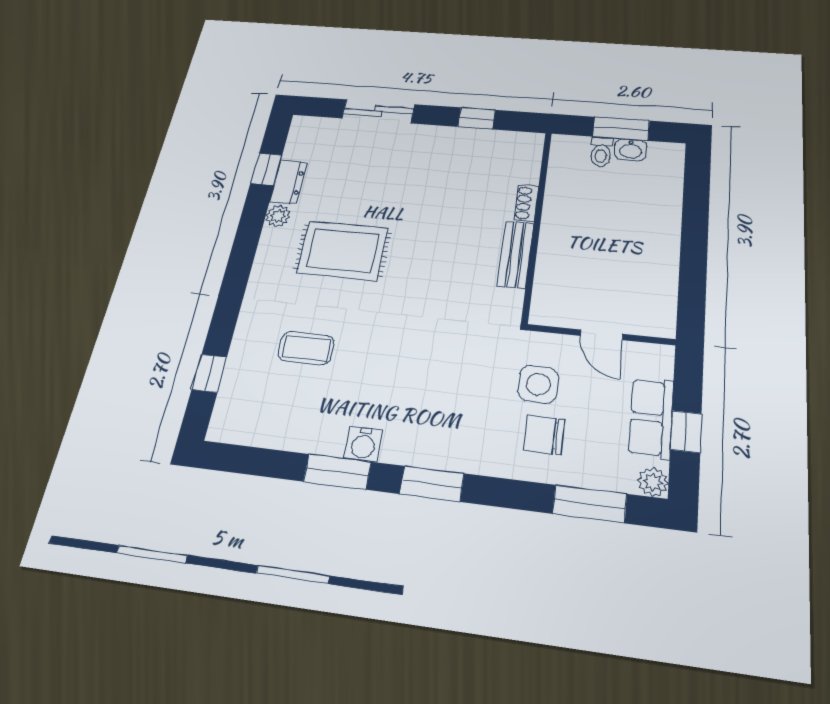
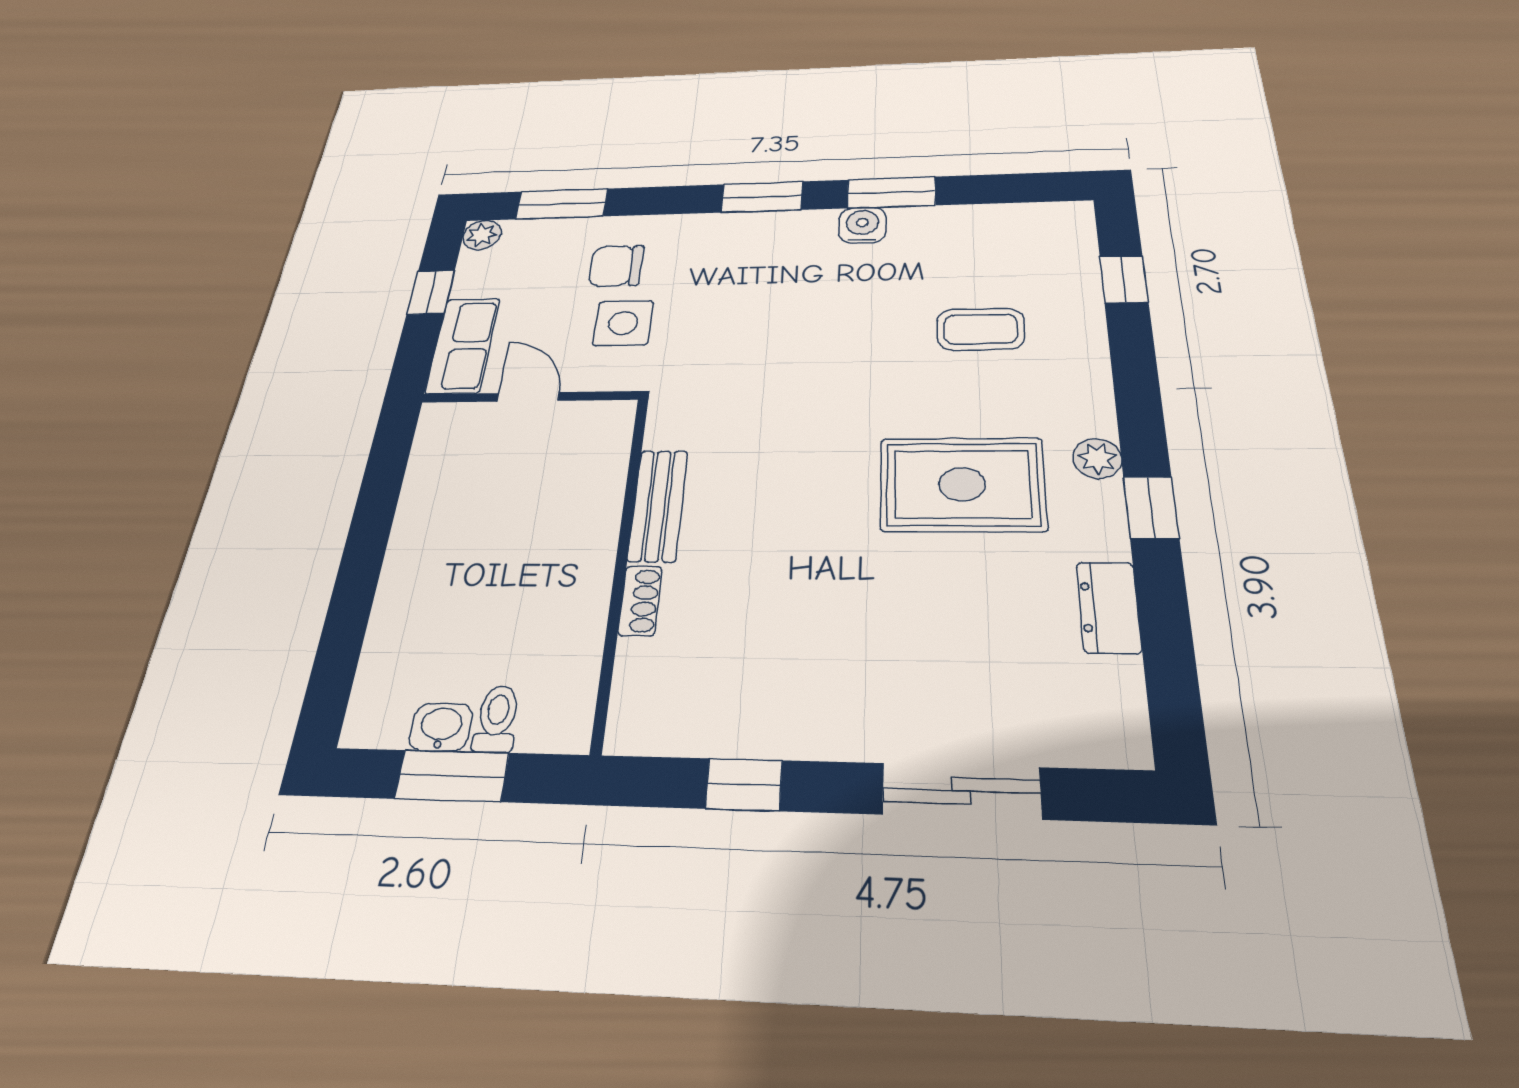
window: (266, 169) -> (1151, 508), moved
plant: (278, 216) -> (1097, 458), moved
row of seats: (651, 418) -> (463, 345), moved
chair: (544, 435) -> (616, 266), turned 180

